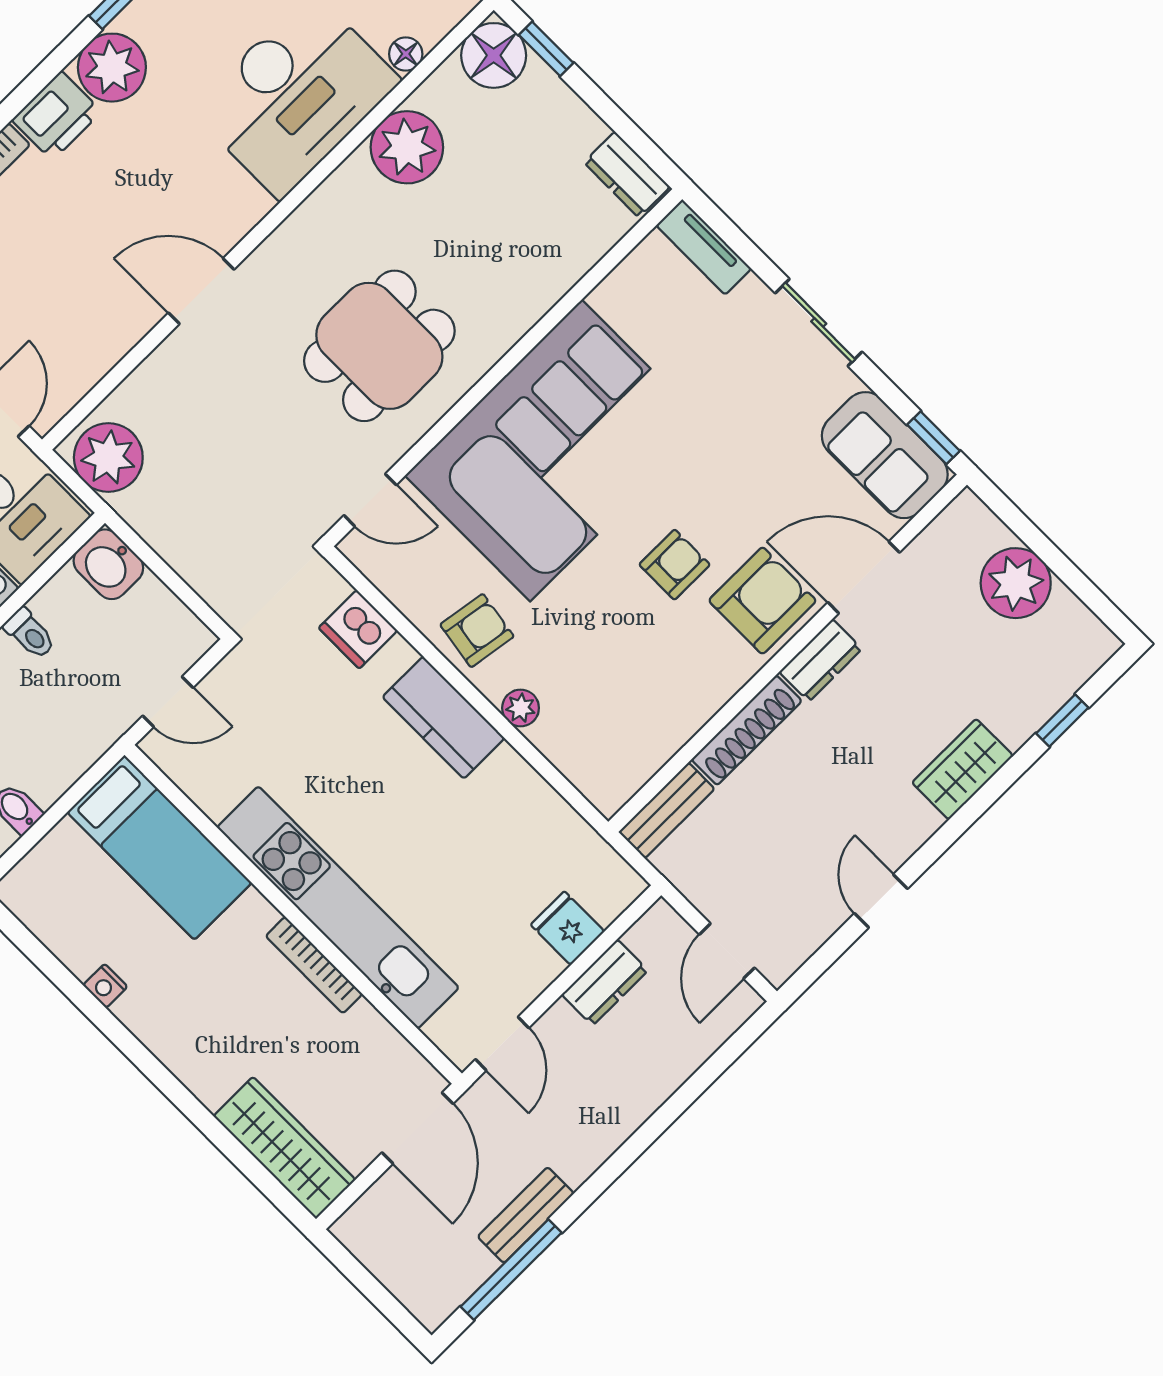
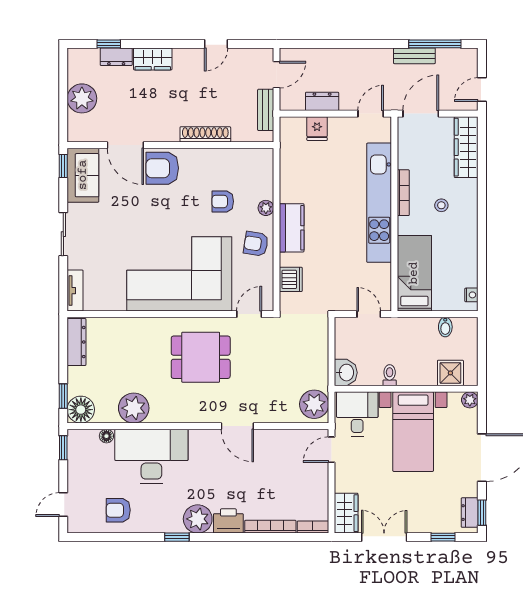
dresser: (627, 175) -> (76, 342), width x1.44
door: (370, 500) -> (249, 314), hinge flipped
armchair: (675, 565) -> (223, 201), moved
dresser: (821, 660) -> (116, 57), moved, turned 180
bench: (667, 810) -> (266, 110), moved, turned 90
nightstand: (105, 986) -> (471, 295), moved
stool: (228, 1008) -> (441, 205), added
door: (355, 1272) -> (482, 90), added

